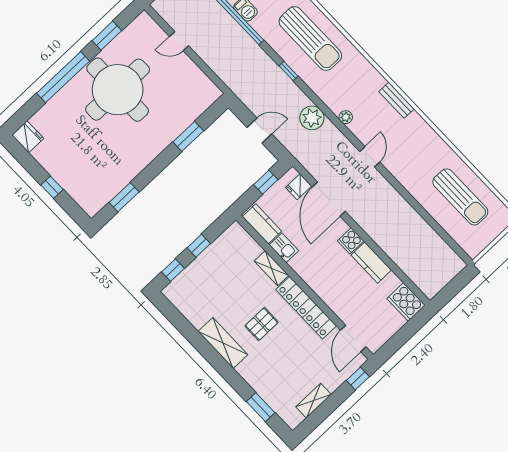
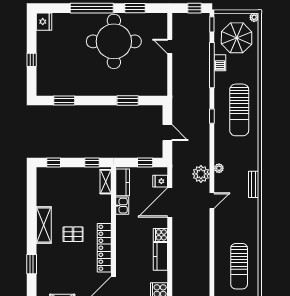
plant: (312, 118) -> (201, 174), moved
window: (199, 246) -> (92, 163), moved
shelving: (271, 268) -> (106, 182), moved
window: (261, 407) -> (32, 264), moved

